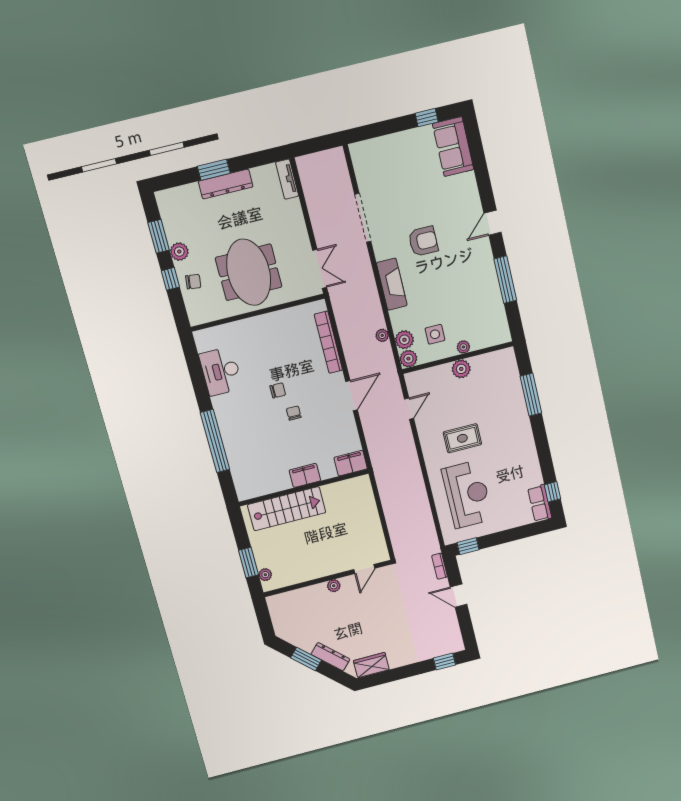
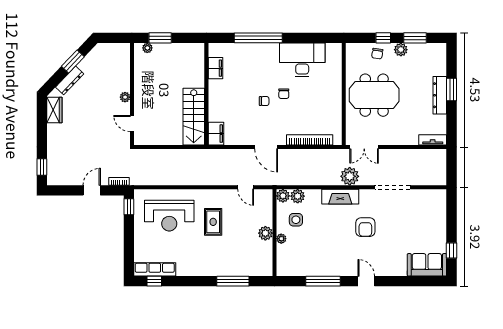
plant: (382, 335) -> (350, 176), moved, width x1.88, depth x1.88
desk: (221, 371) -> (302, 60), width x1.36, depth x1.30
filing cabinet: (305, 475) -> (215, 68), moved
row of seats: (540, 503) -> (155, 269), width x1.48
stairs: (287, 509) -> (194, 117), moved

